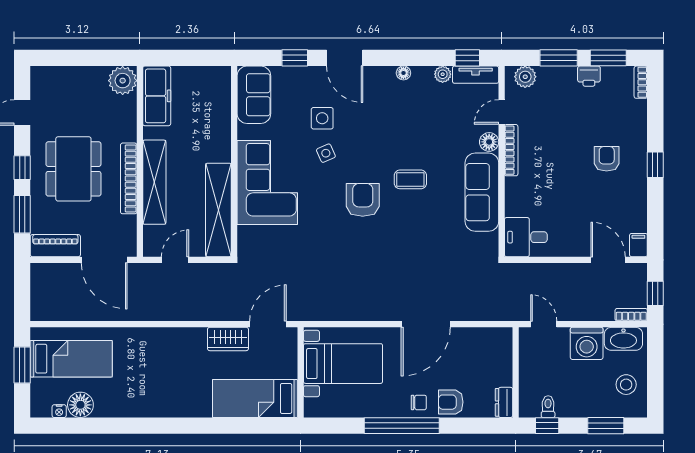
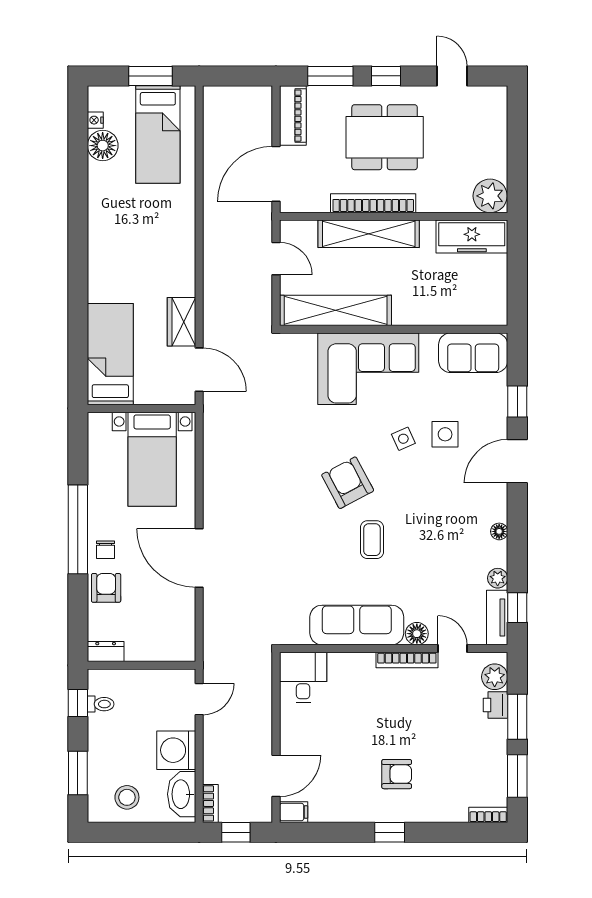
printer: (589, 76) -> (495, 705), moved
armchair: (363, 200) -> (348, 483), turned -118

